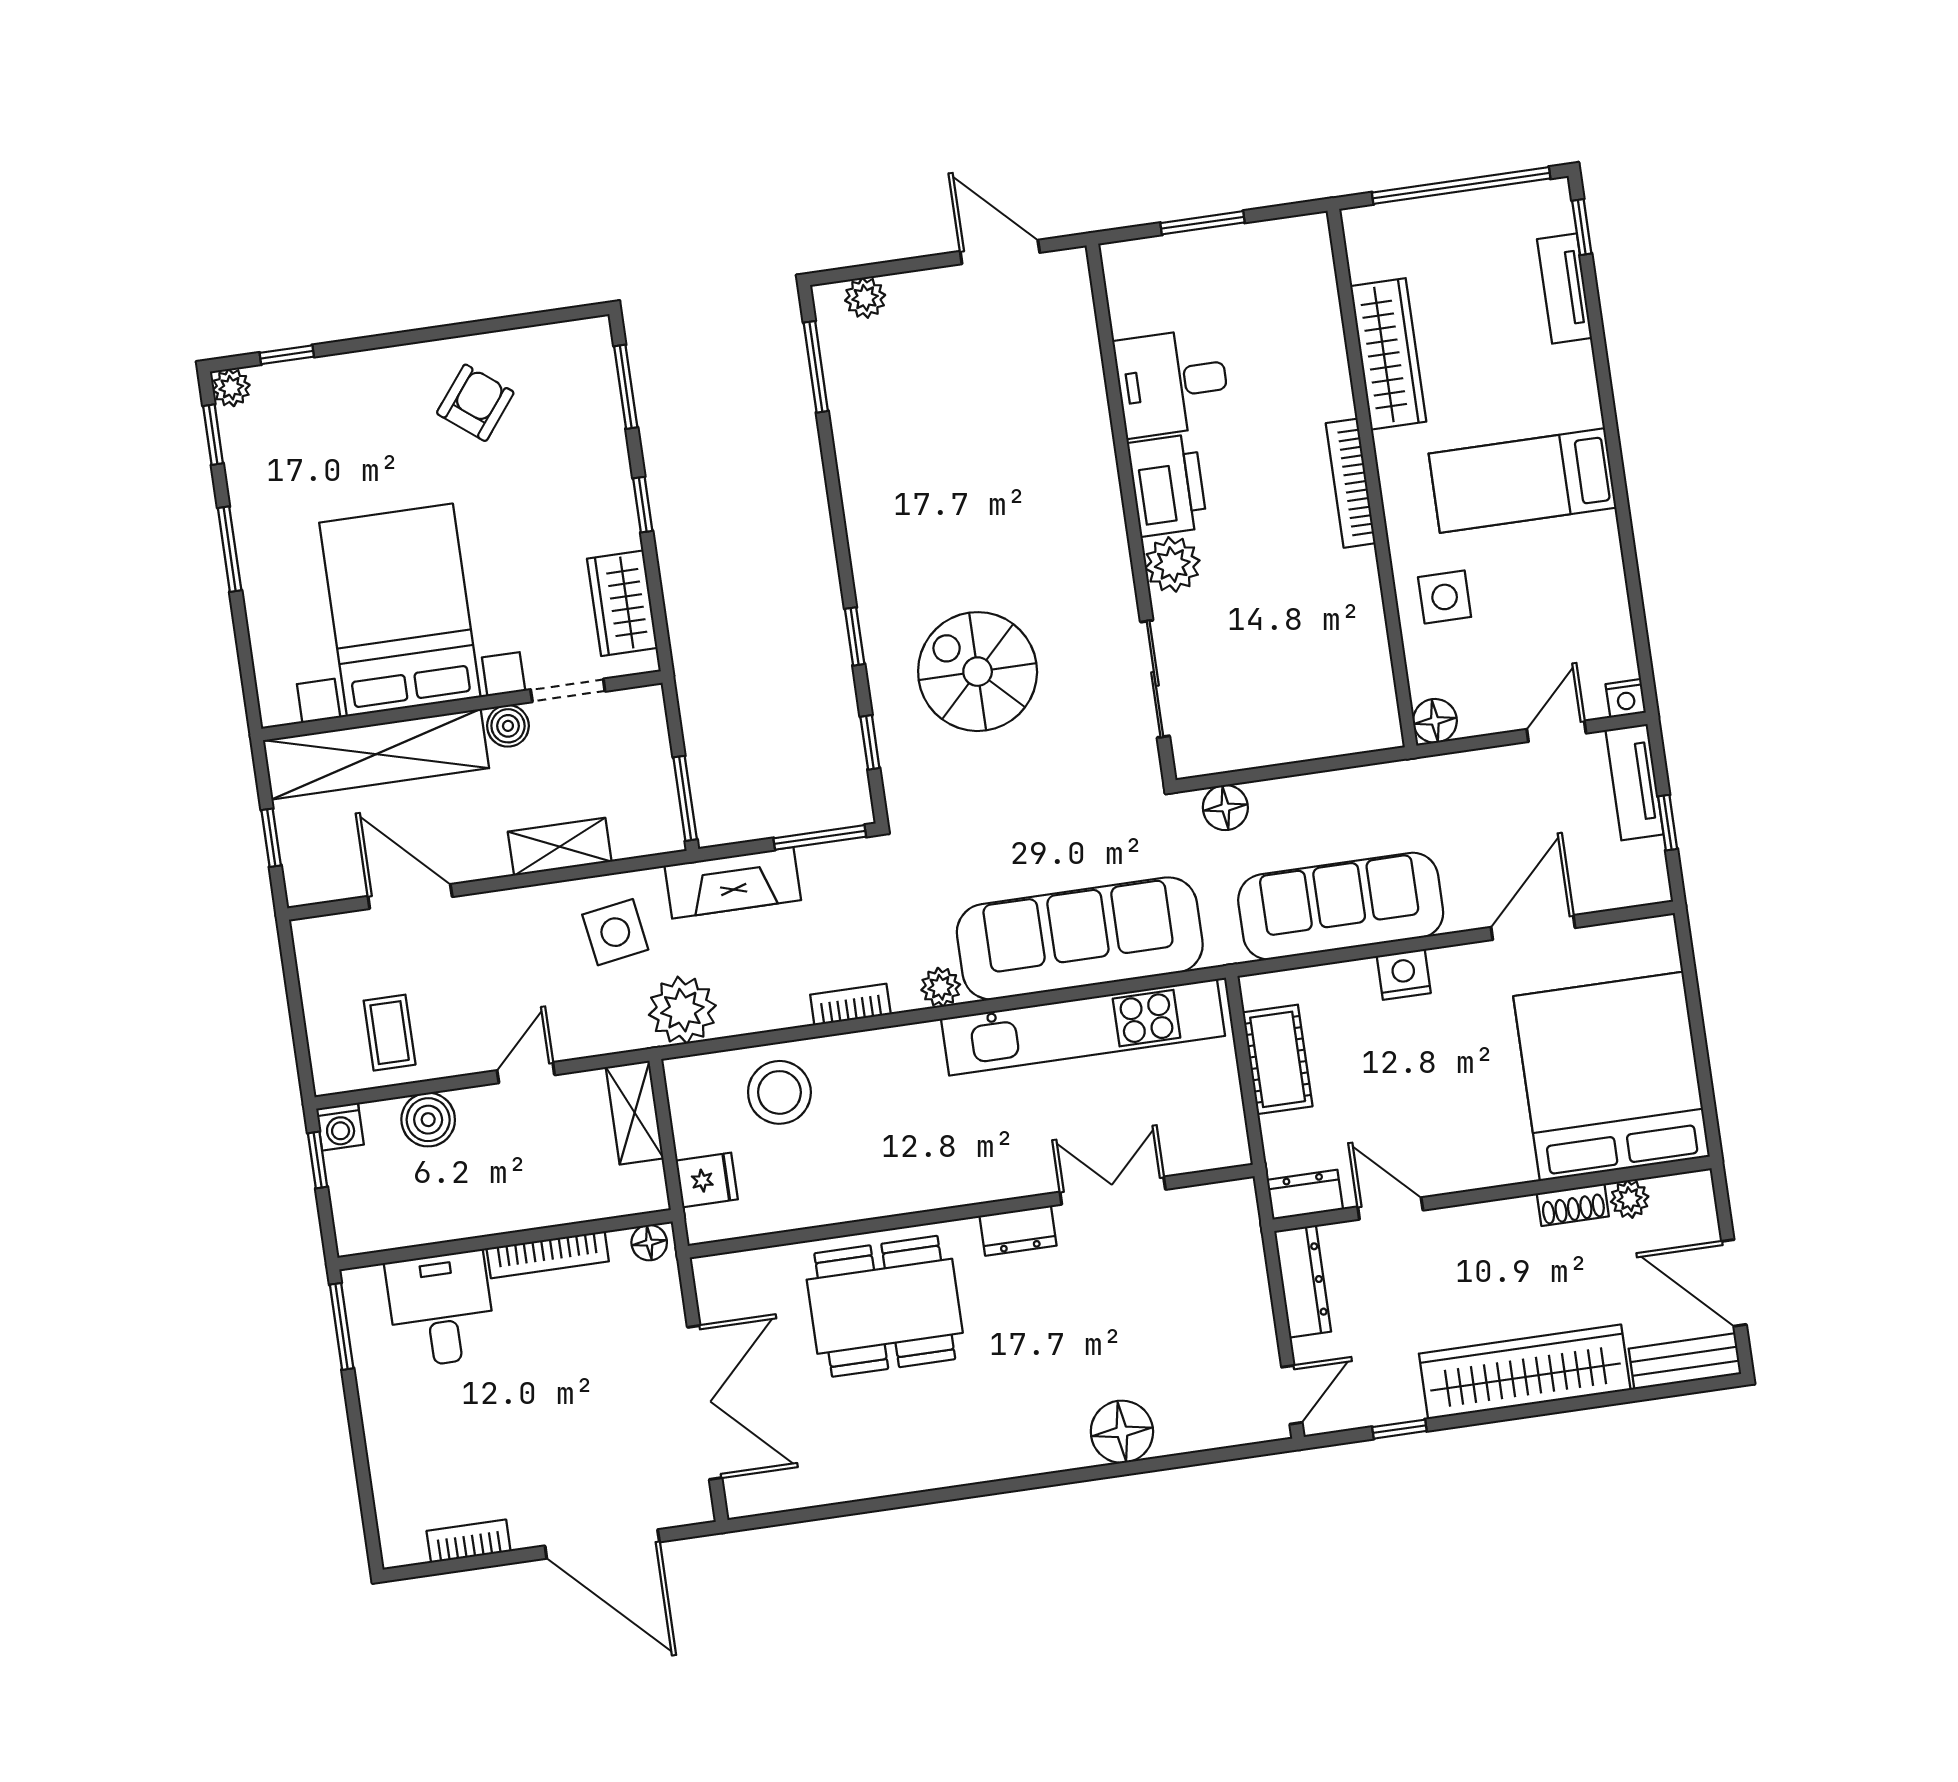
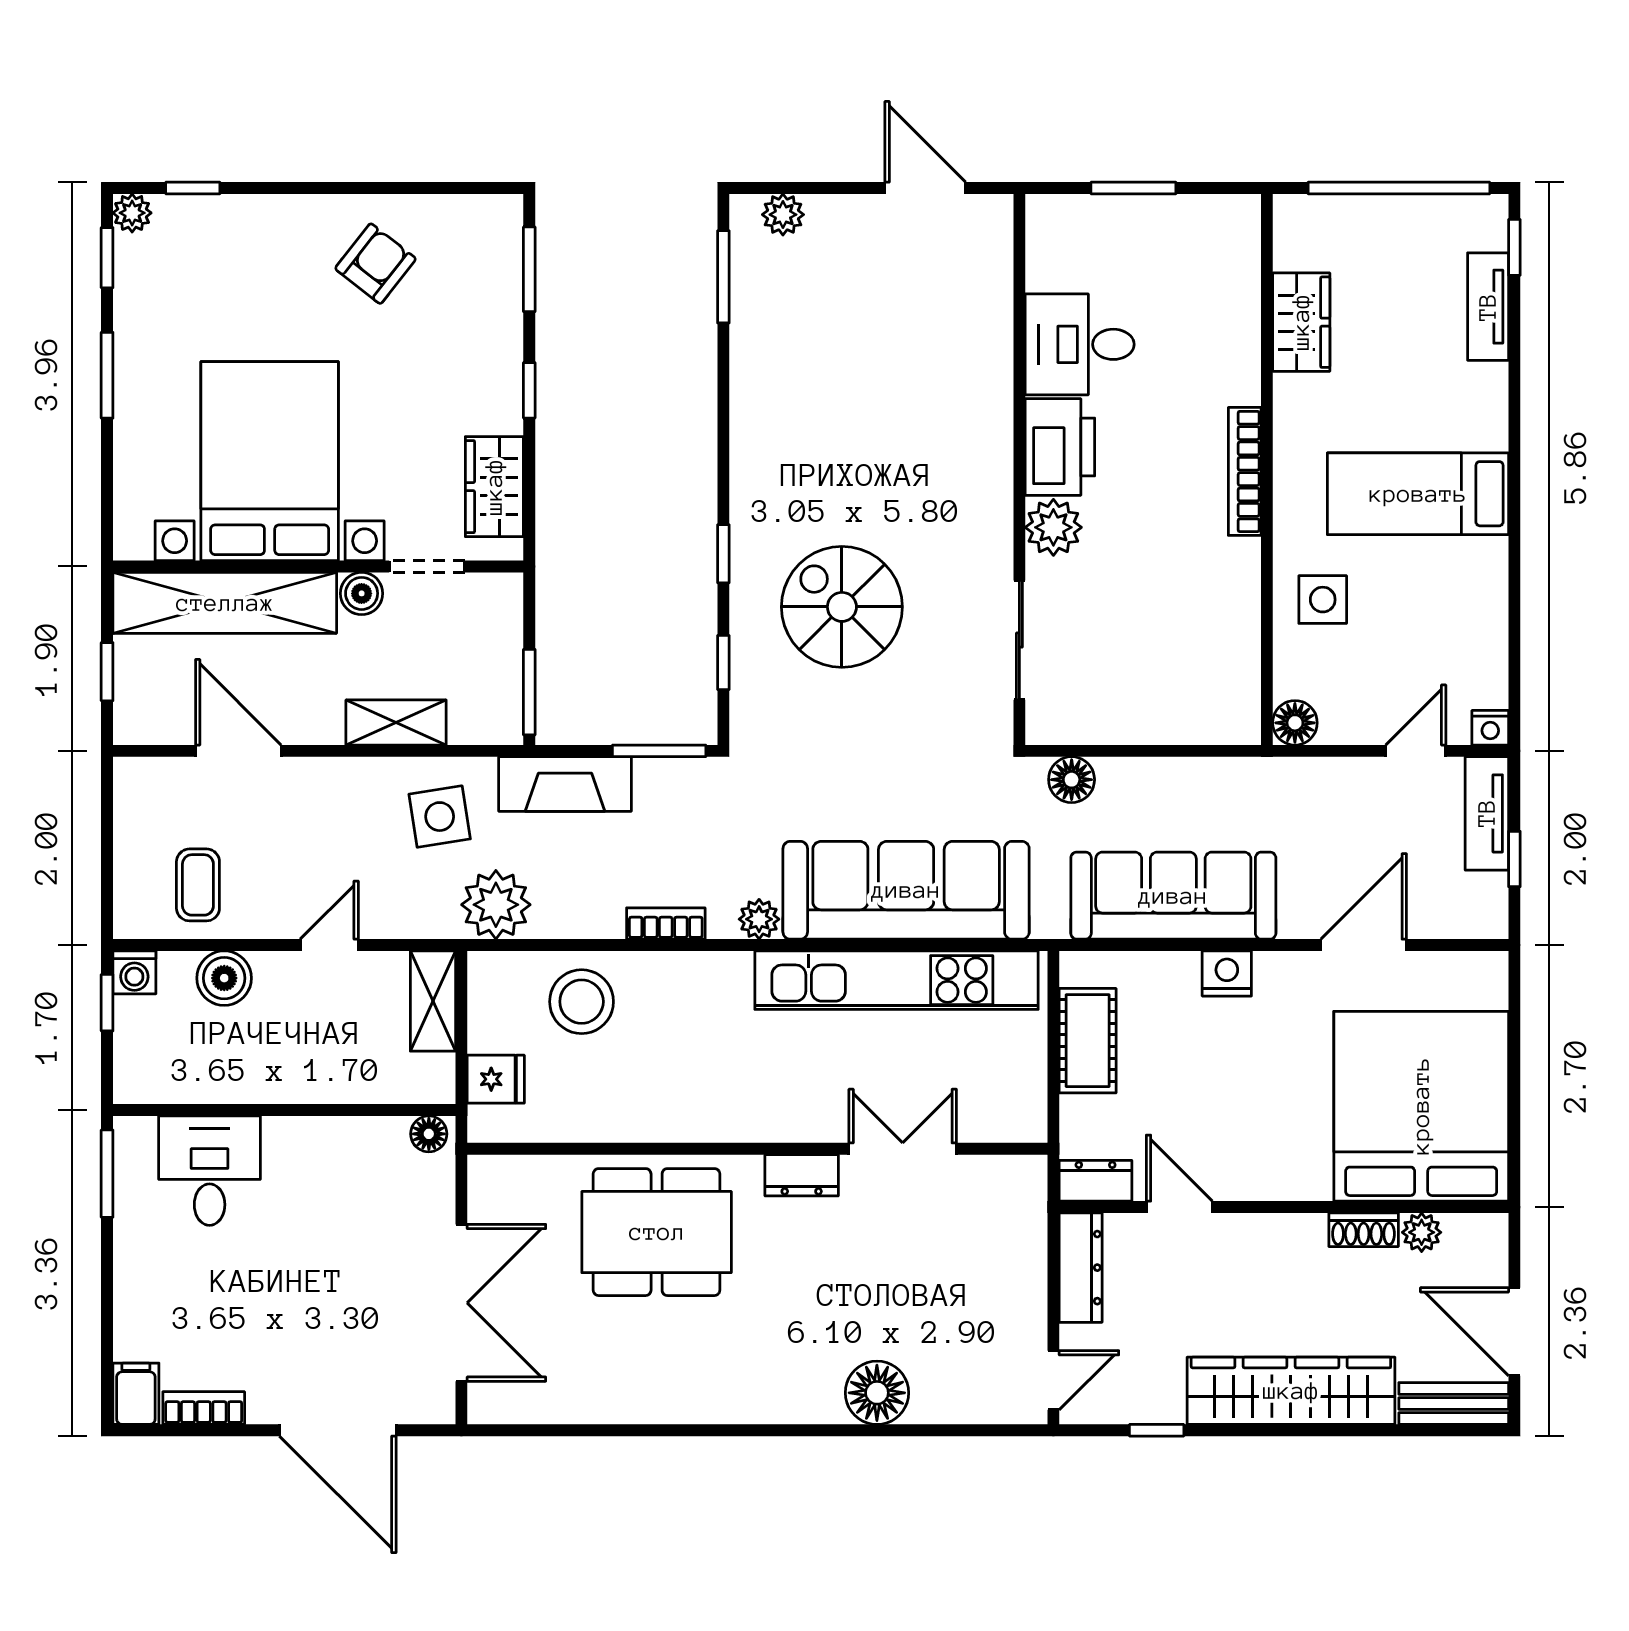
wardrobe: (1388, 354) -> (1301, 322), width x0.67
bookcase: (548, 1255) -> (325, 1131), removed
filing cabinet: (401, 1537) -> (136, 1394), added

